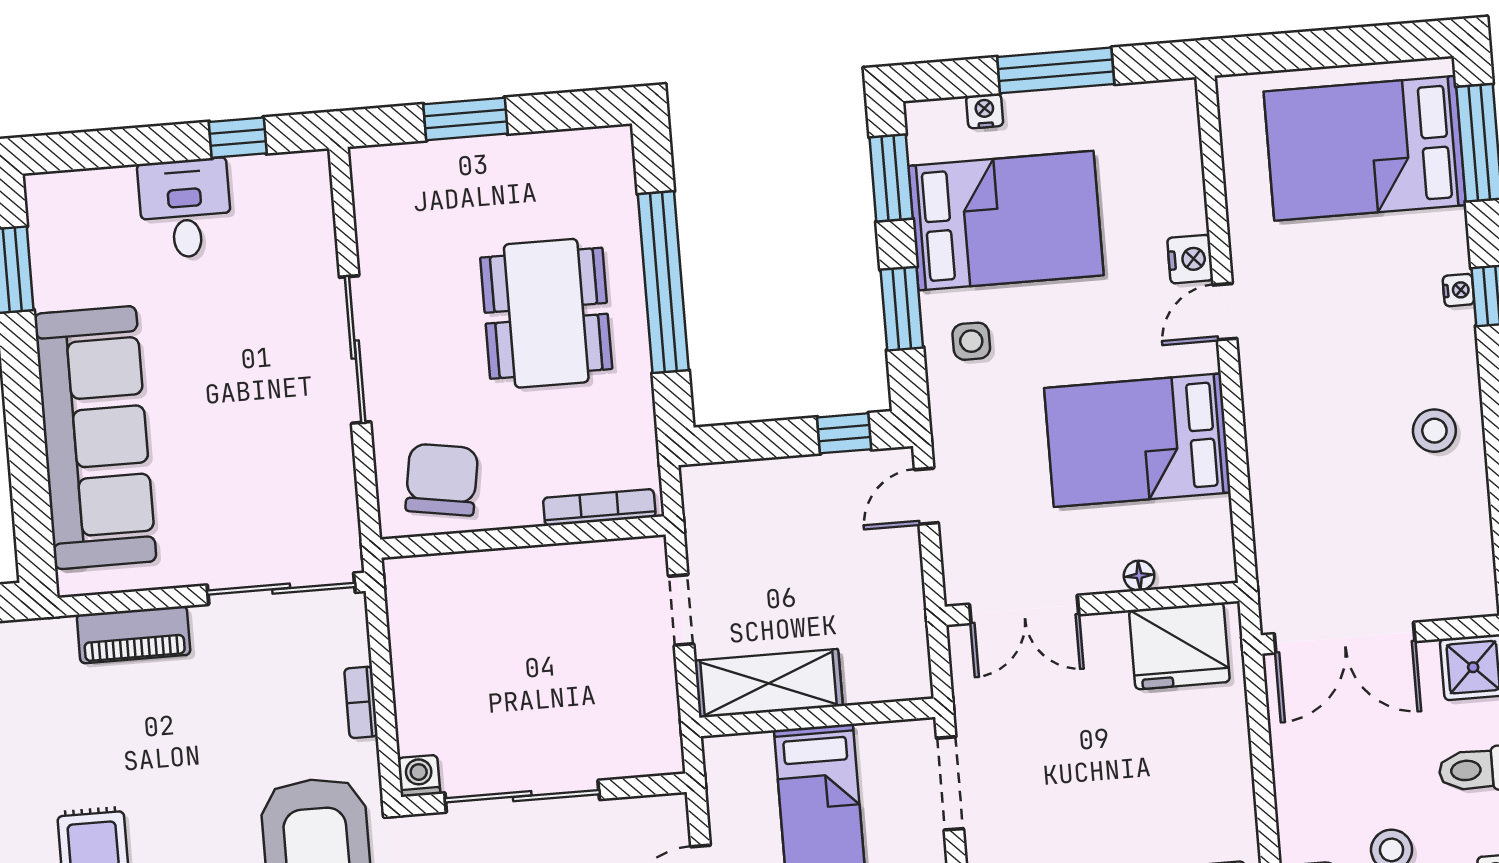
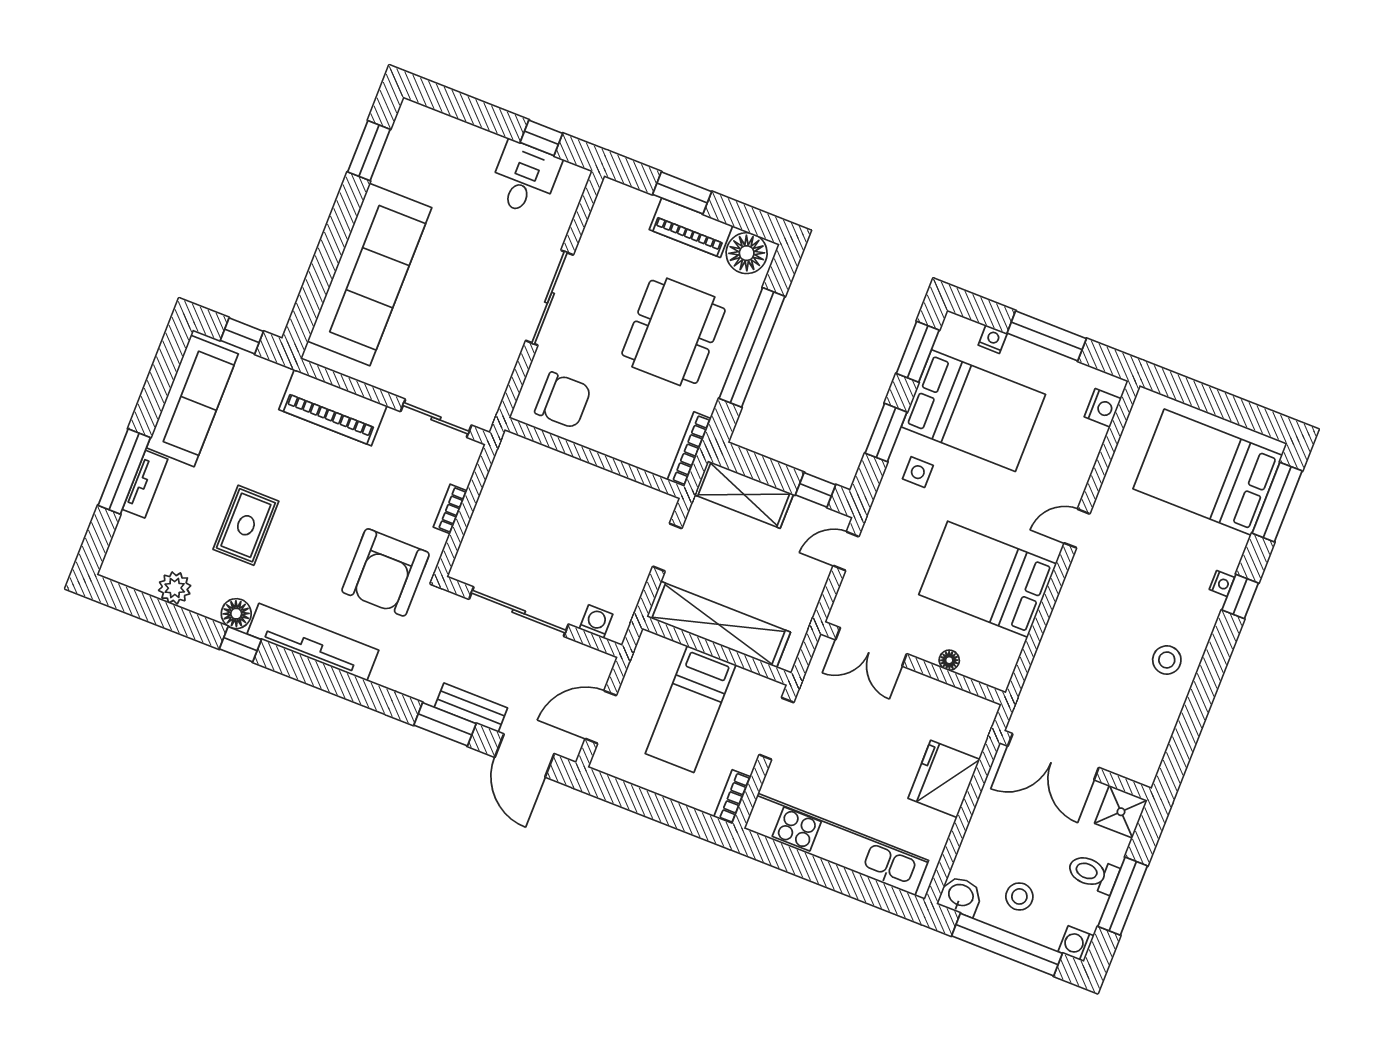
floor lamp: (593, 158) -> (747, 253), added
piano: (501, 160) -> (691, 228), added
desk: (185, 209) -> (525, 178), moved
nightstand: (1190, 259) -> (1103, 408), moved
chair: (442, 480) -> (563, 400), turned 81
shelving: (750, 487) -> (744, 494), added
bookcase: (599, 507) -> (689, 449), moved, turned -90
sliding door: (281, 589) -> (436, 418), width x0.73
piano: (134, 635) -> (333, 408), width x1.37, depth x1.33
fridge: (1179, 646) -> (944, 779), moved, turned 90
shelving: (769, 683) -> (719, 624), width x1.47
washing machine: (419, 776) -> (596, 622), moved

